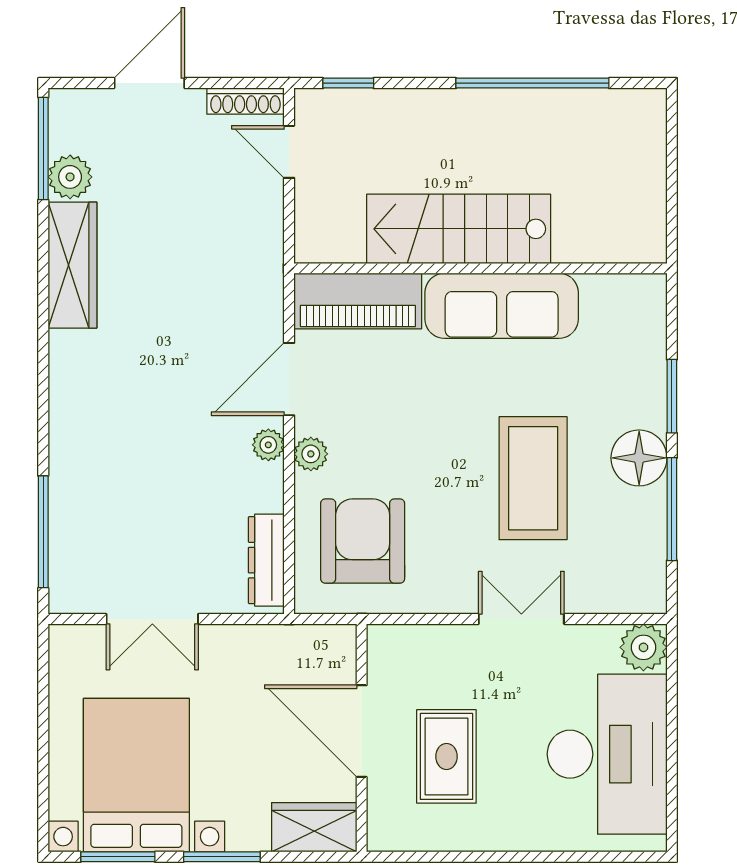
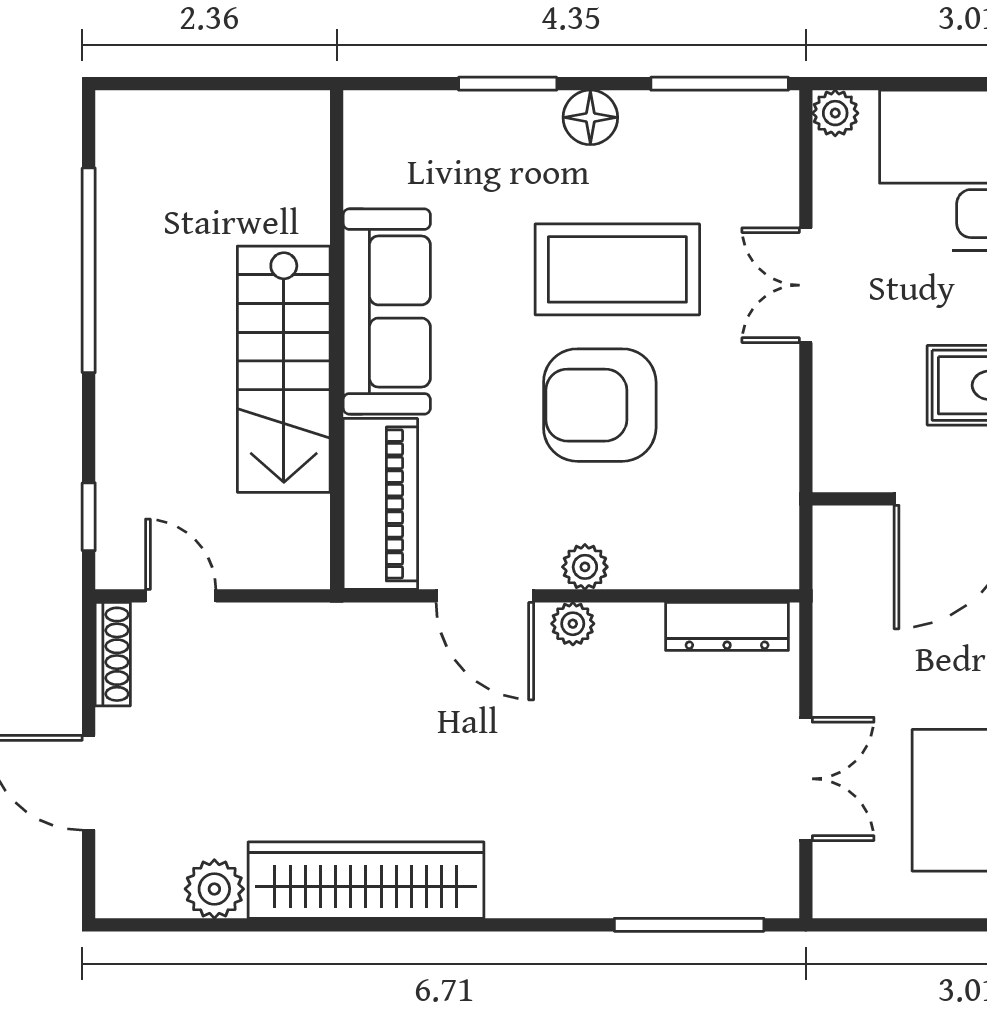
window: (43, 148) -> (176, 925), removed
door: (289, 152) -> (181, 596), swing flipped
wardrobe: (72, 265) -> (366, 880), width x1.40, depth x1.17
floor lamp: (639, 458) -> (590, 117), width x0.73, depth x0.73
window: (672, 509) -> (720, 84), moved
armchair: (363, 541) -> (600, 405), moved
plant: (643, 647) -> (835, 113), width x0.73, depth x0.73

